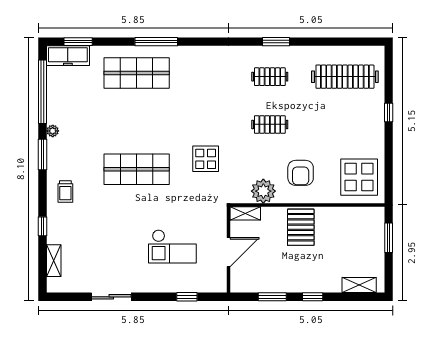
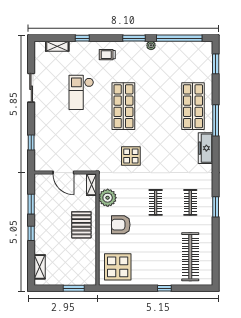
freezer: (68, 56) -> (205, 148), moved
pallet: (301, 227) -> (81, 225), turned 90
checkout: (172, 246) -> (81, 92), moved

